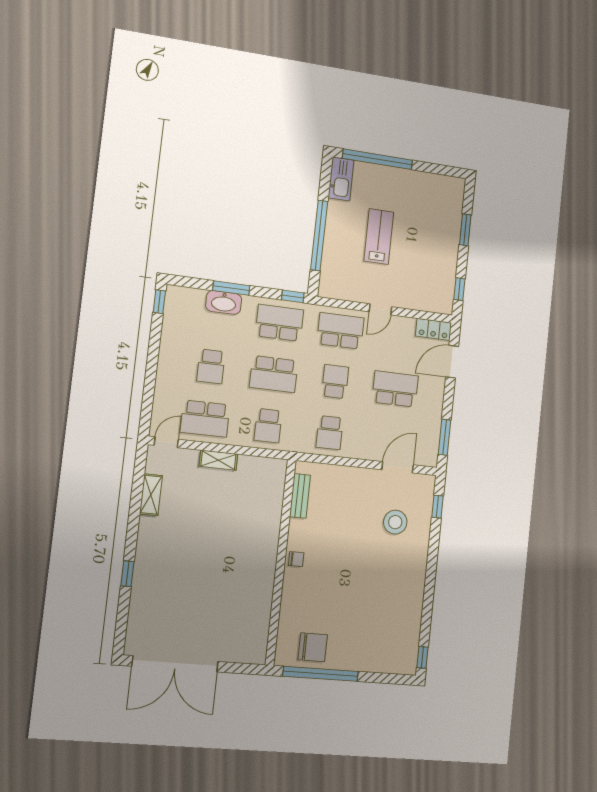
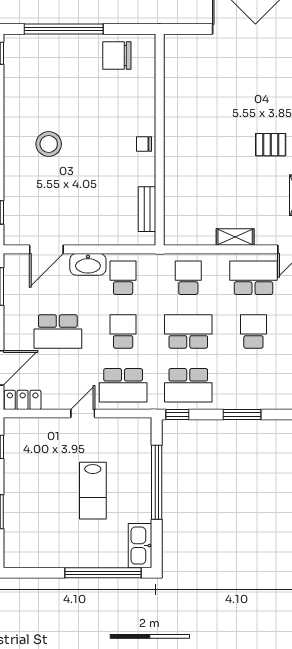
washbasin: (224, 302) -> (88, 264), moved, turned 180
school desk: (335, 382) -> (123, 331), turned 180
stool: (395, 522) -> (49, 144), moved
pallet: (173, 547) -> (271, 145), added
window: (321, 674) -> (64, 29), moved

